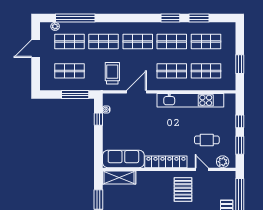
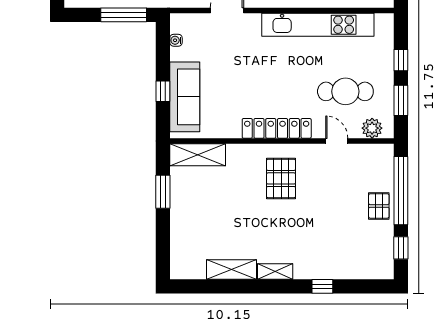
window: (98, 119) -> (163, 91), moved
cafe table: (207, 140) -> (345, 91), width x1.37, depth x1.35
sofa: (123, 159) -> (185, 97), moved, turned 90
pallet: (183, 189) -> (281, 178), moved

